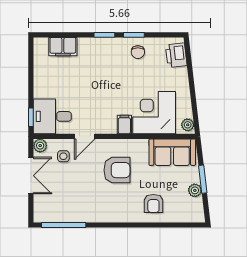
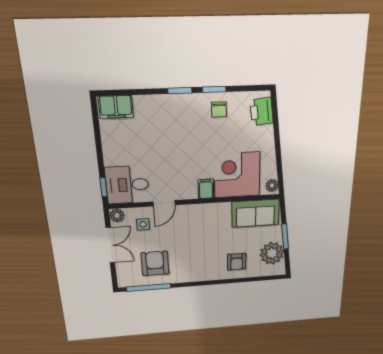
filing cabinet: (63, 47) -> (116, 107), moved
armchair: (117, 170) -> (155, 263), moved, turned -90
plant: (195, 190) -> (272, 253), width x1.87, depth x1.87

